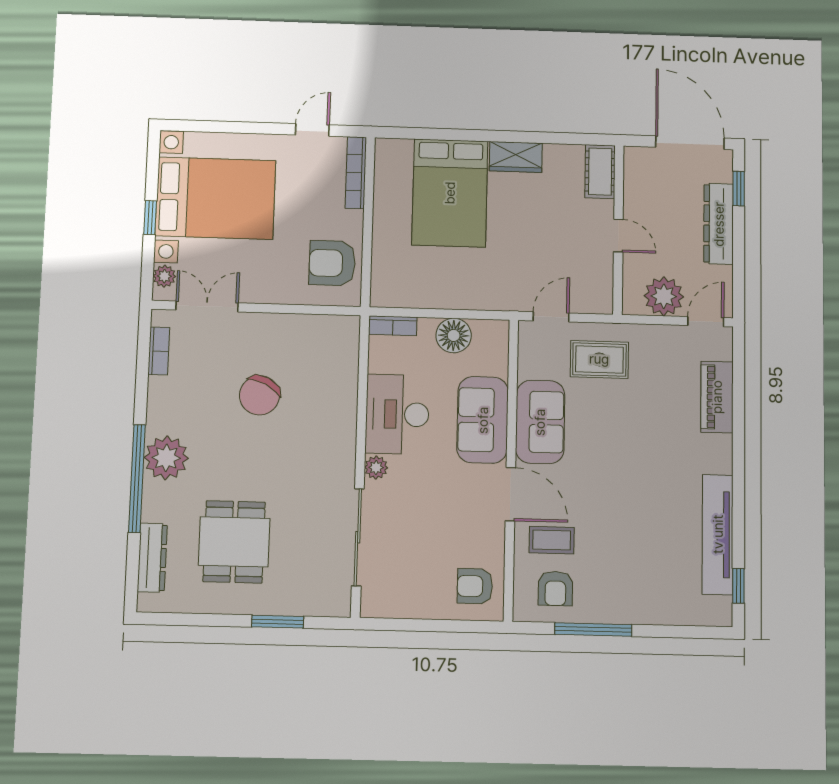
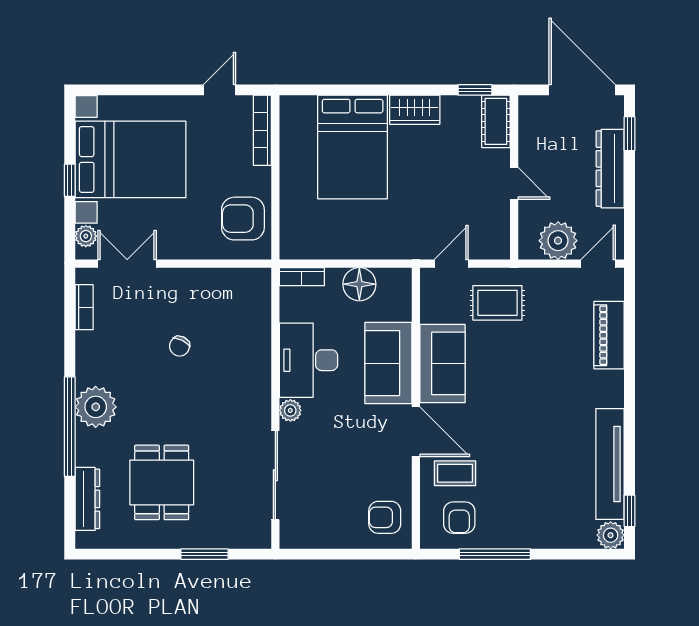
window: (579, 139) -> (475, 90), added
chair: (260, 395) -> (180, 346), width x0.54, depth x0.54
plant: (718, 612) -> (611, 535), added

